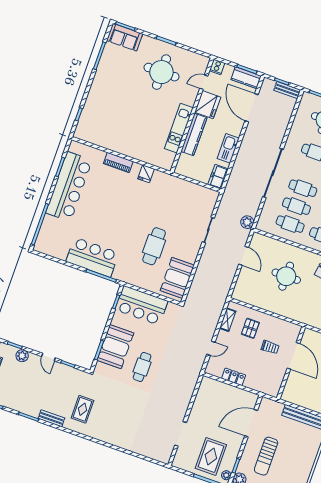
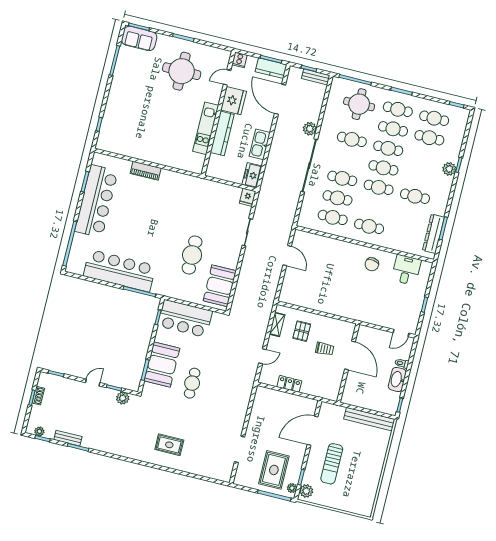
fridge: (146, 174) -> (248, 197), moved
plant: (247, 222) -> (310, 129), moved
bar counter: (92, 257) -> (120, 271), width x1.36
round table: (286, 276) -> (334, 273), removed
plant: (22, 356) -> (123, 398), moved
door: (48, 357) -> (93, 383), swing flipped
rug: (82, 409) -> (169, 445), moved, turned 90
bench: (51, 418) -> (68, 438), moved

